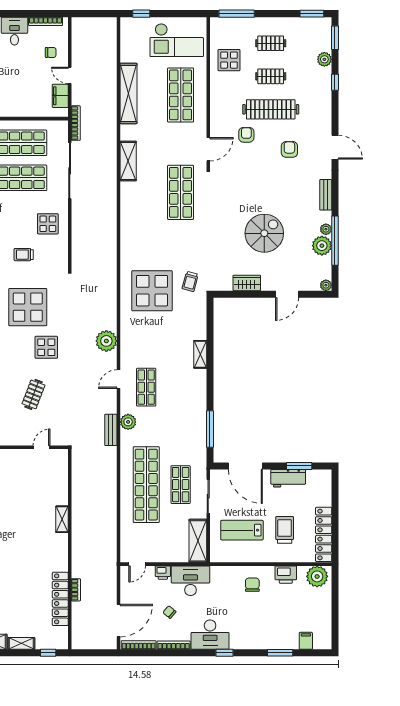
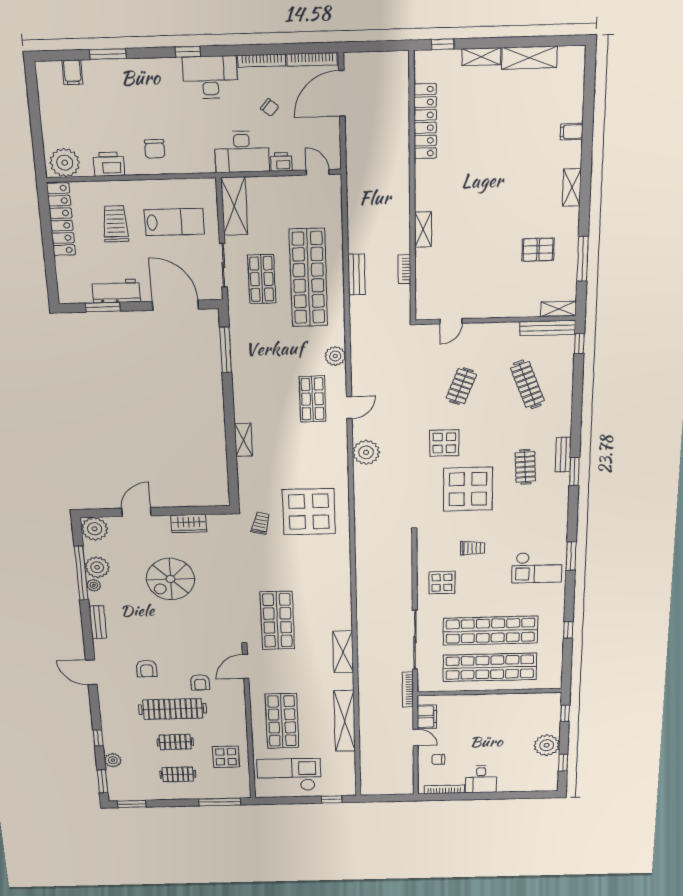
plant: (326, 285) -> (95, 529), width x1.87, depth x1.87
bench: (111, 430) -> (357, 274), moved
trolley: (285, 530) -> (115, 224), turned 180
door: (137, 564) -> (318, 172), hinge flipped
bookcase: (76, 590) -> (404, 269), moved

